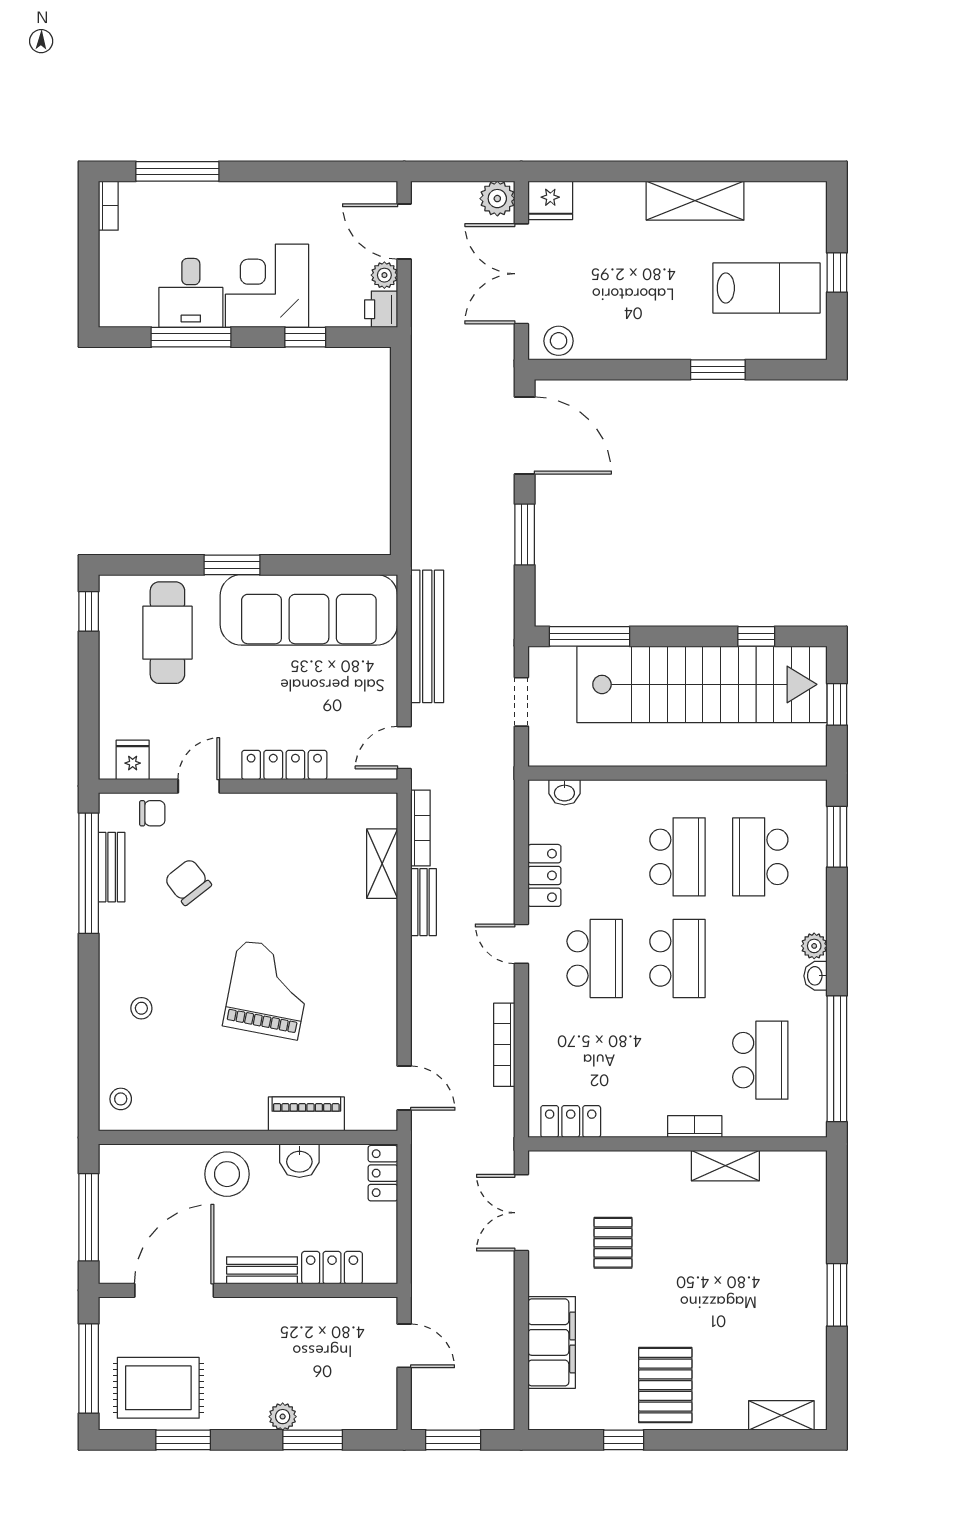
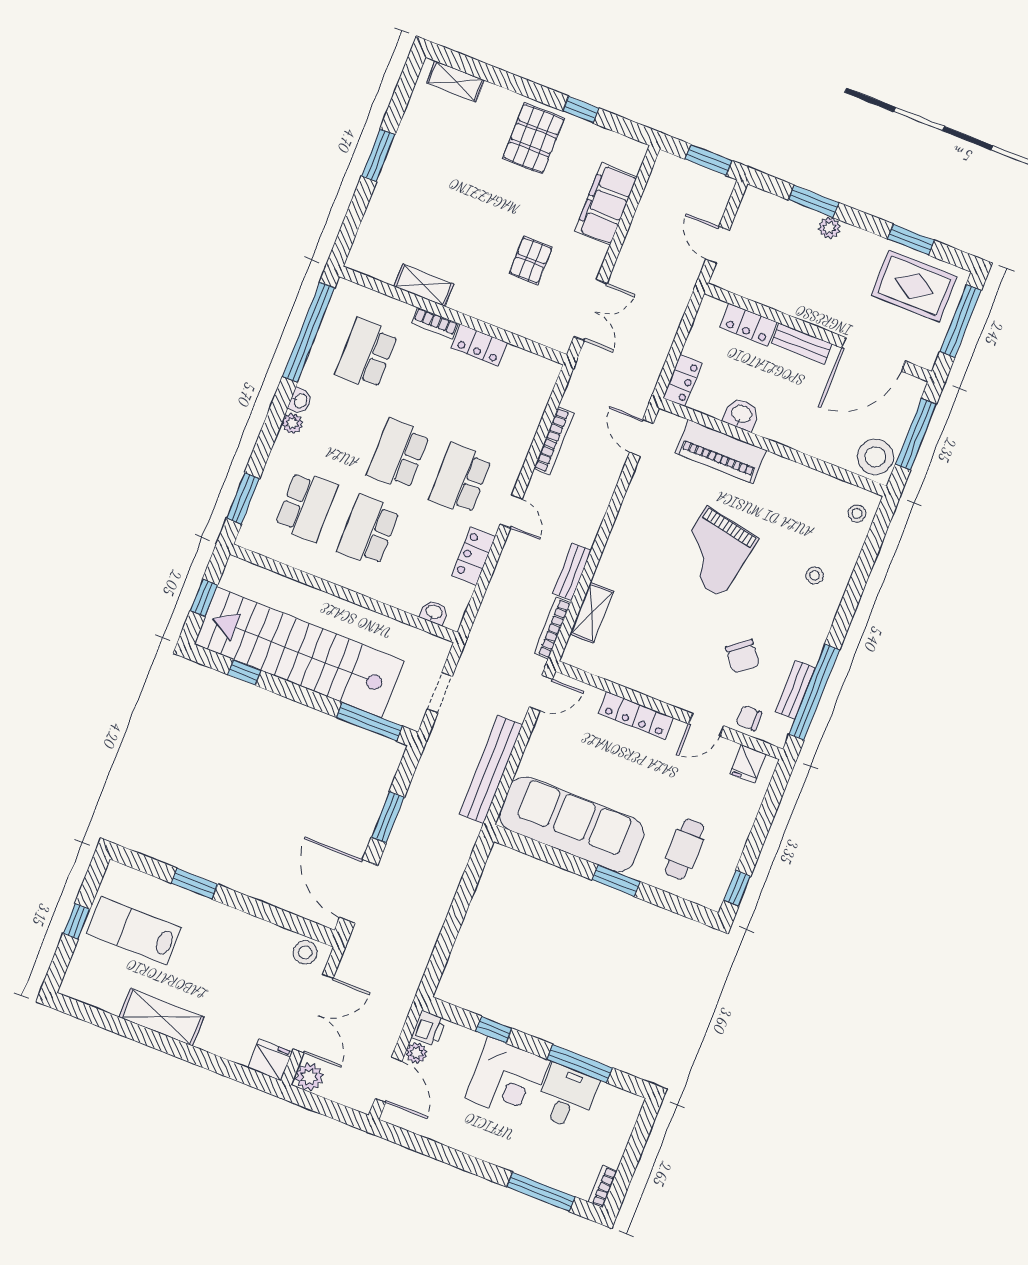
cafe table: (167, 633) -> (684, 849), width x0.73, depth x0.74
piano: (306, 1114) -> (721, 452), width x1.37, depth x1.33
locker: (571, 1121) -> (479, 345), moved
stool: (227, 1174) -> (875, 457), moved

